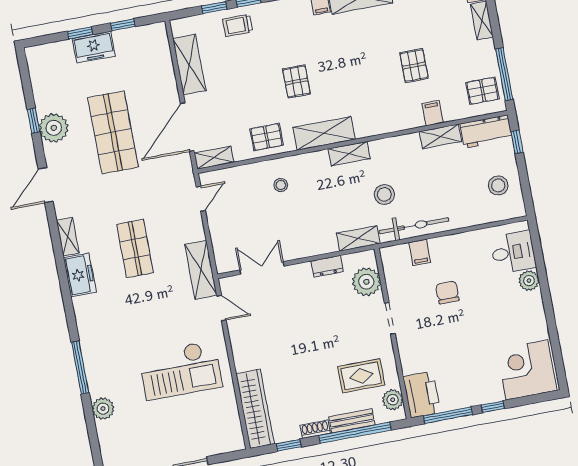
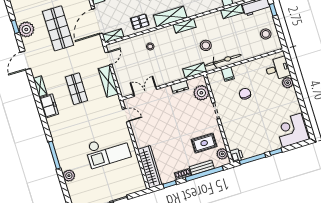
shelving: (201, 270) -> (108, 81), moved
printer: (422, 394) -> (236, 155), width x0.53, depth x0.68

